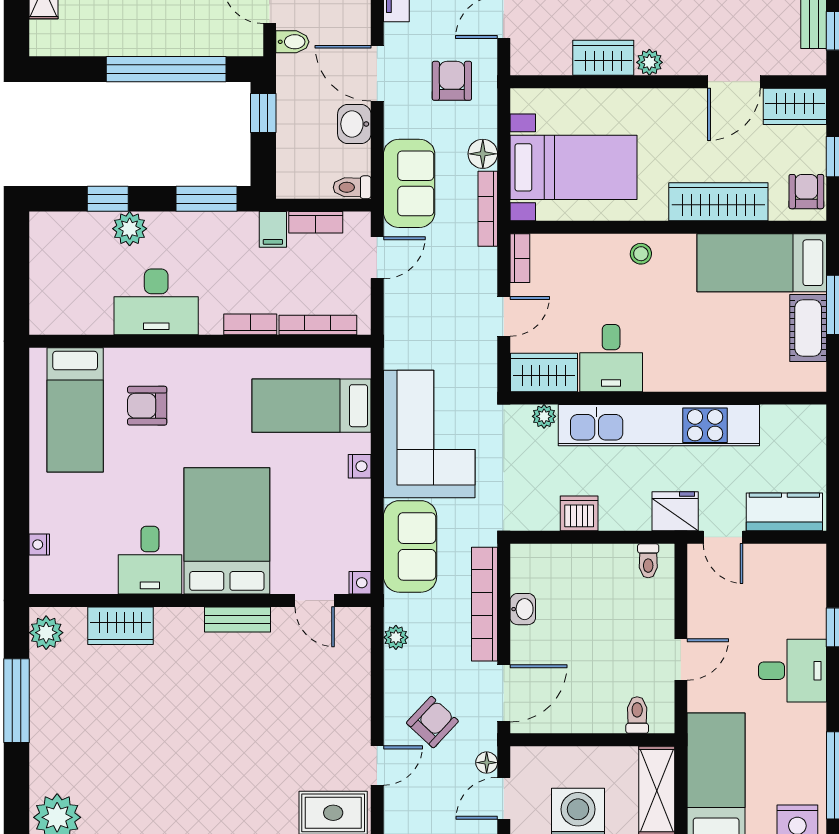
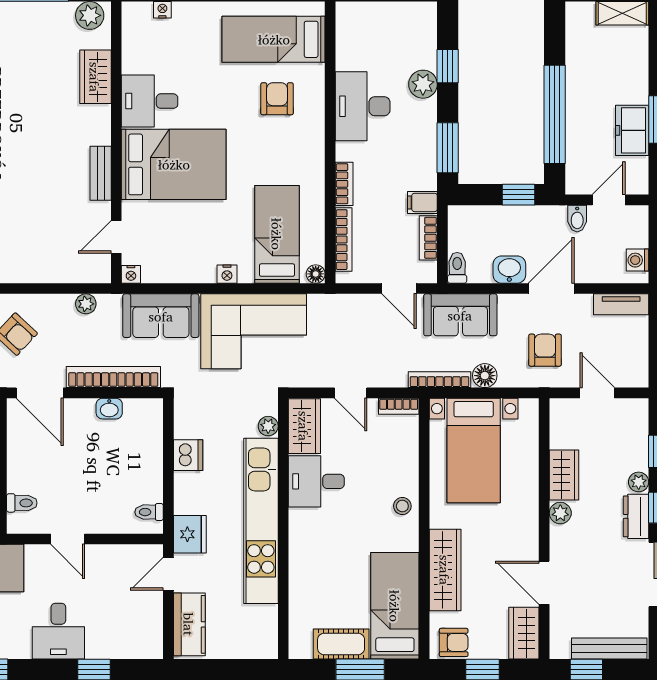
armchair: (452, 81) -> (545, 350), turned -90
floor lamp: (360, 359) -> (316, 274), added

